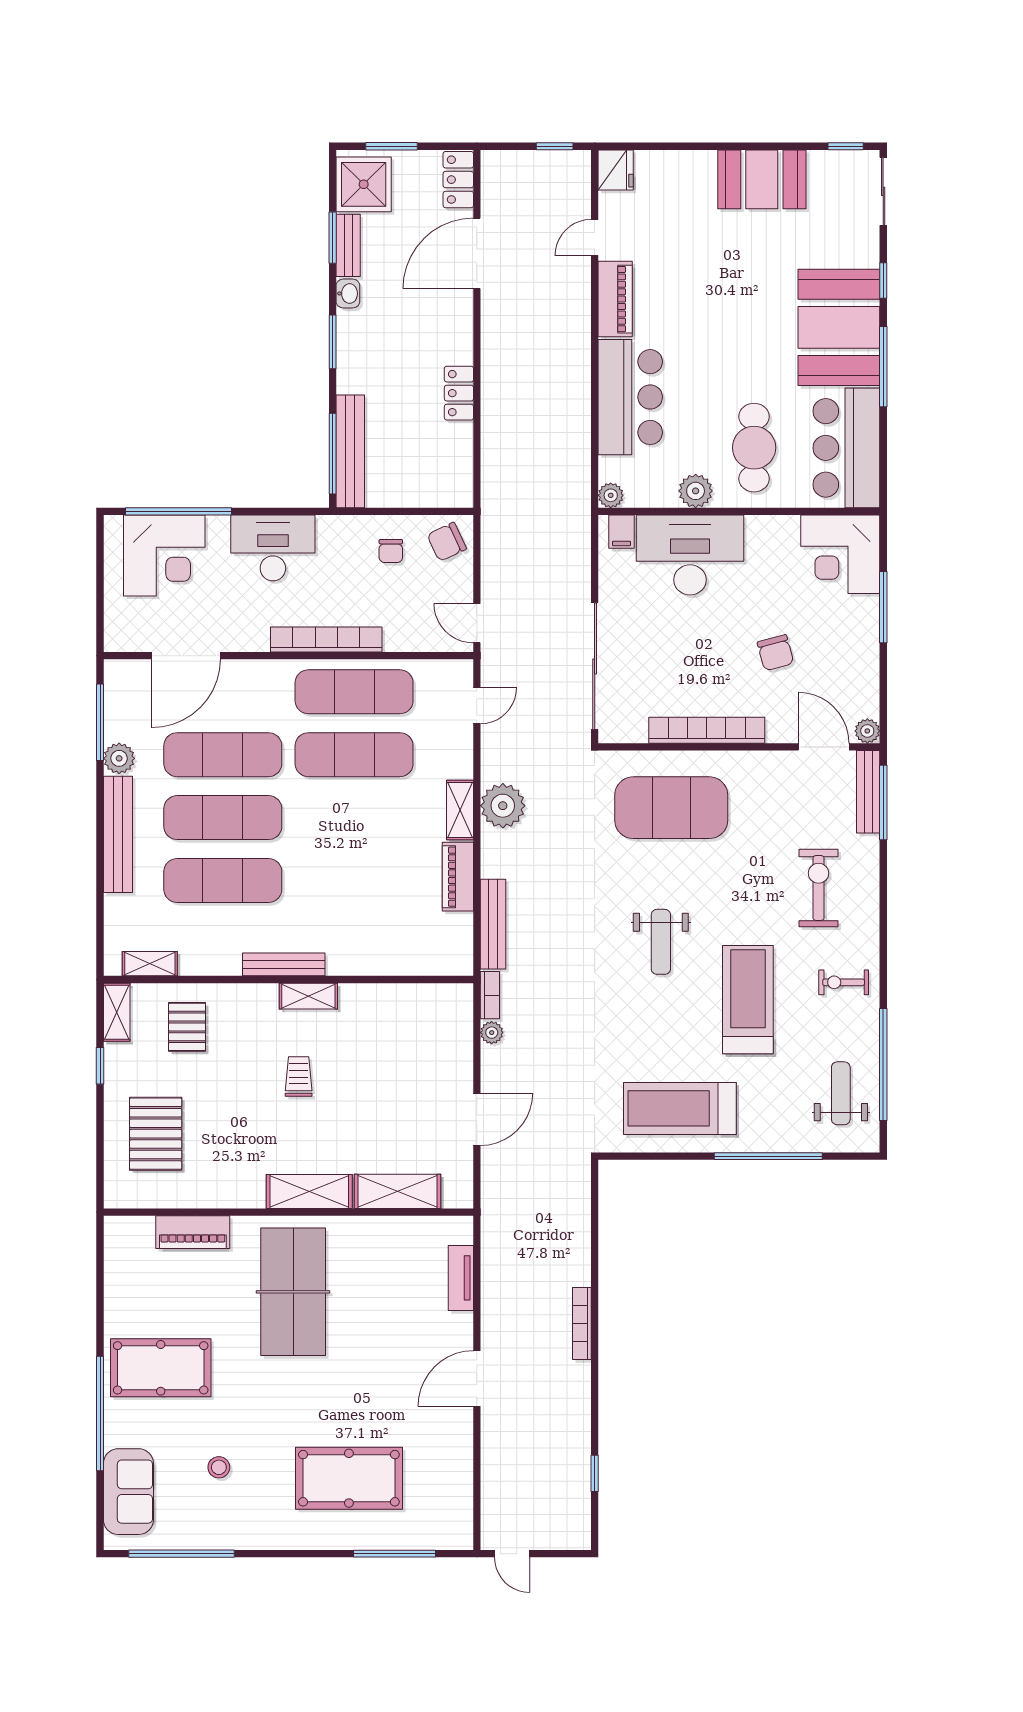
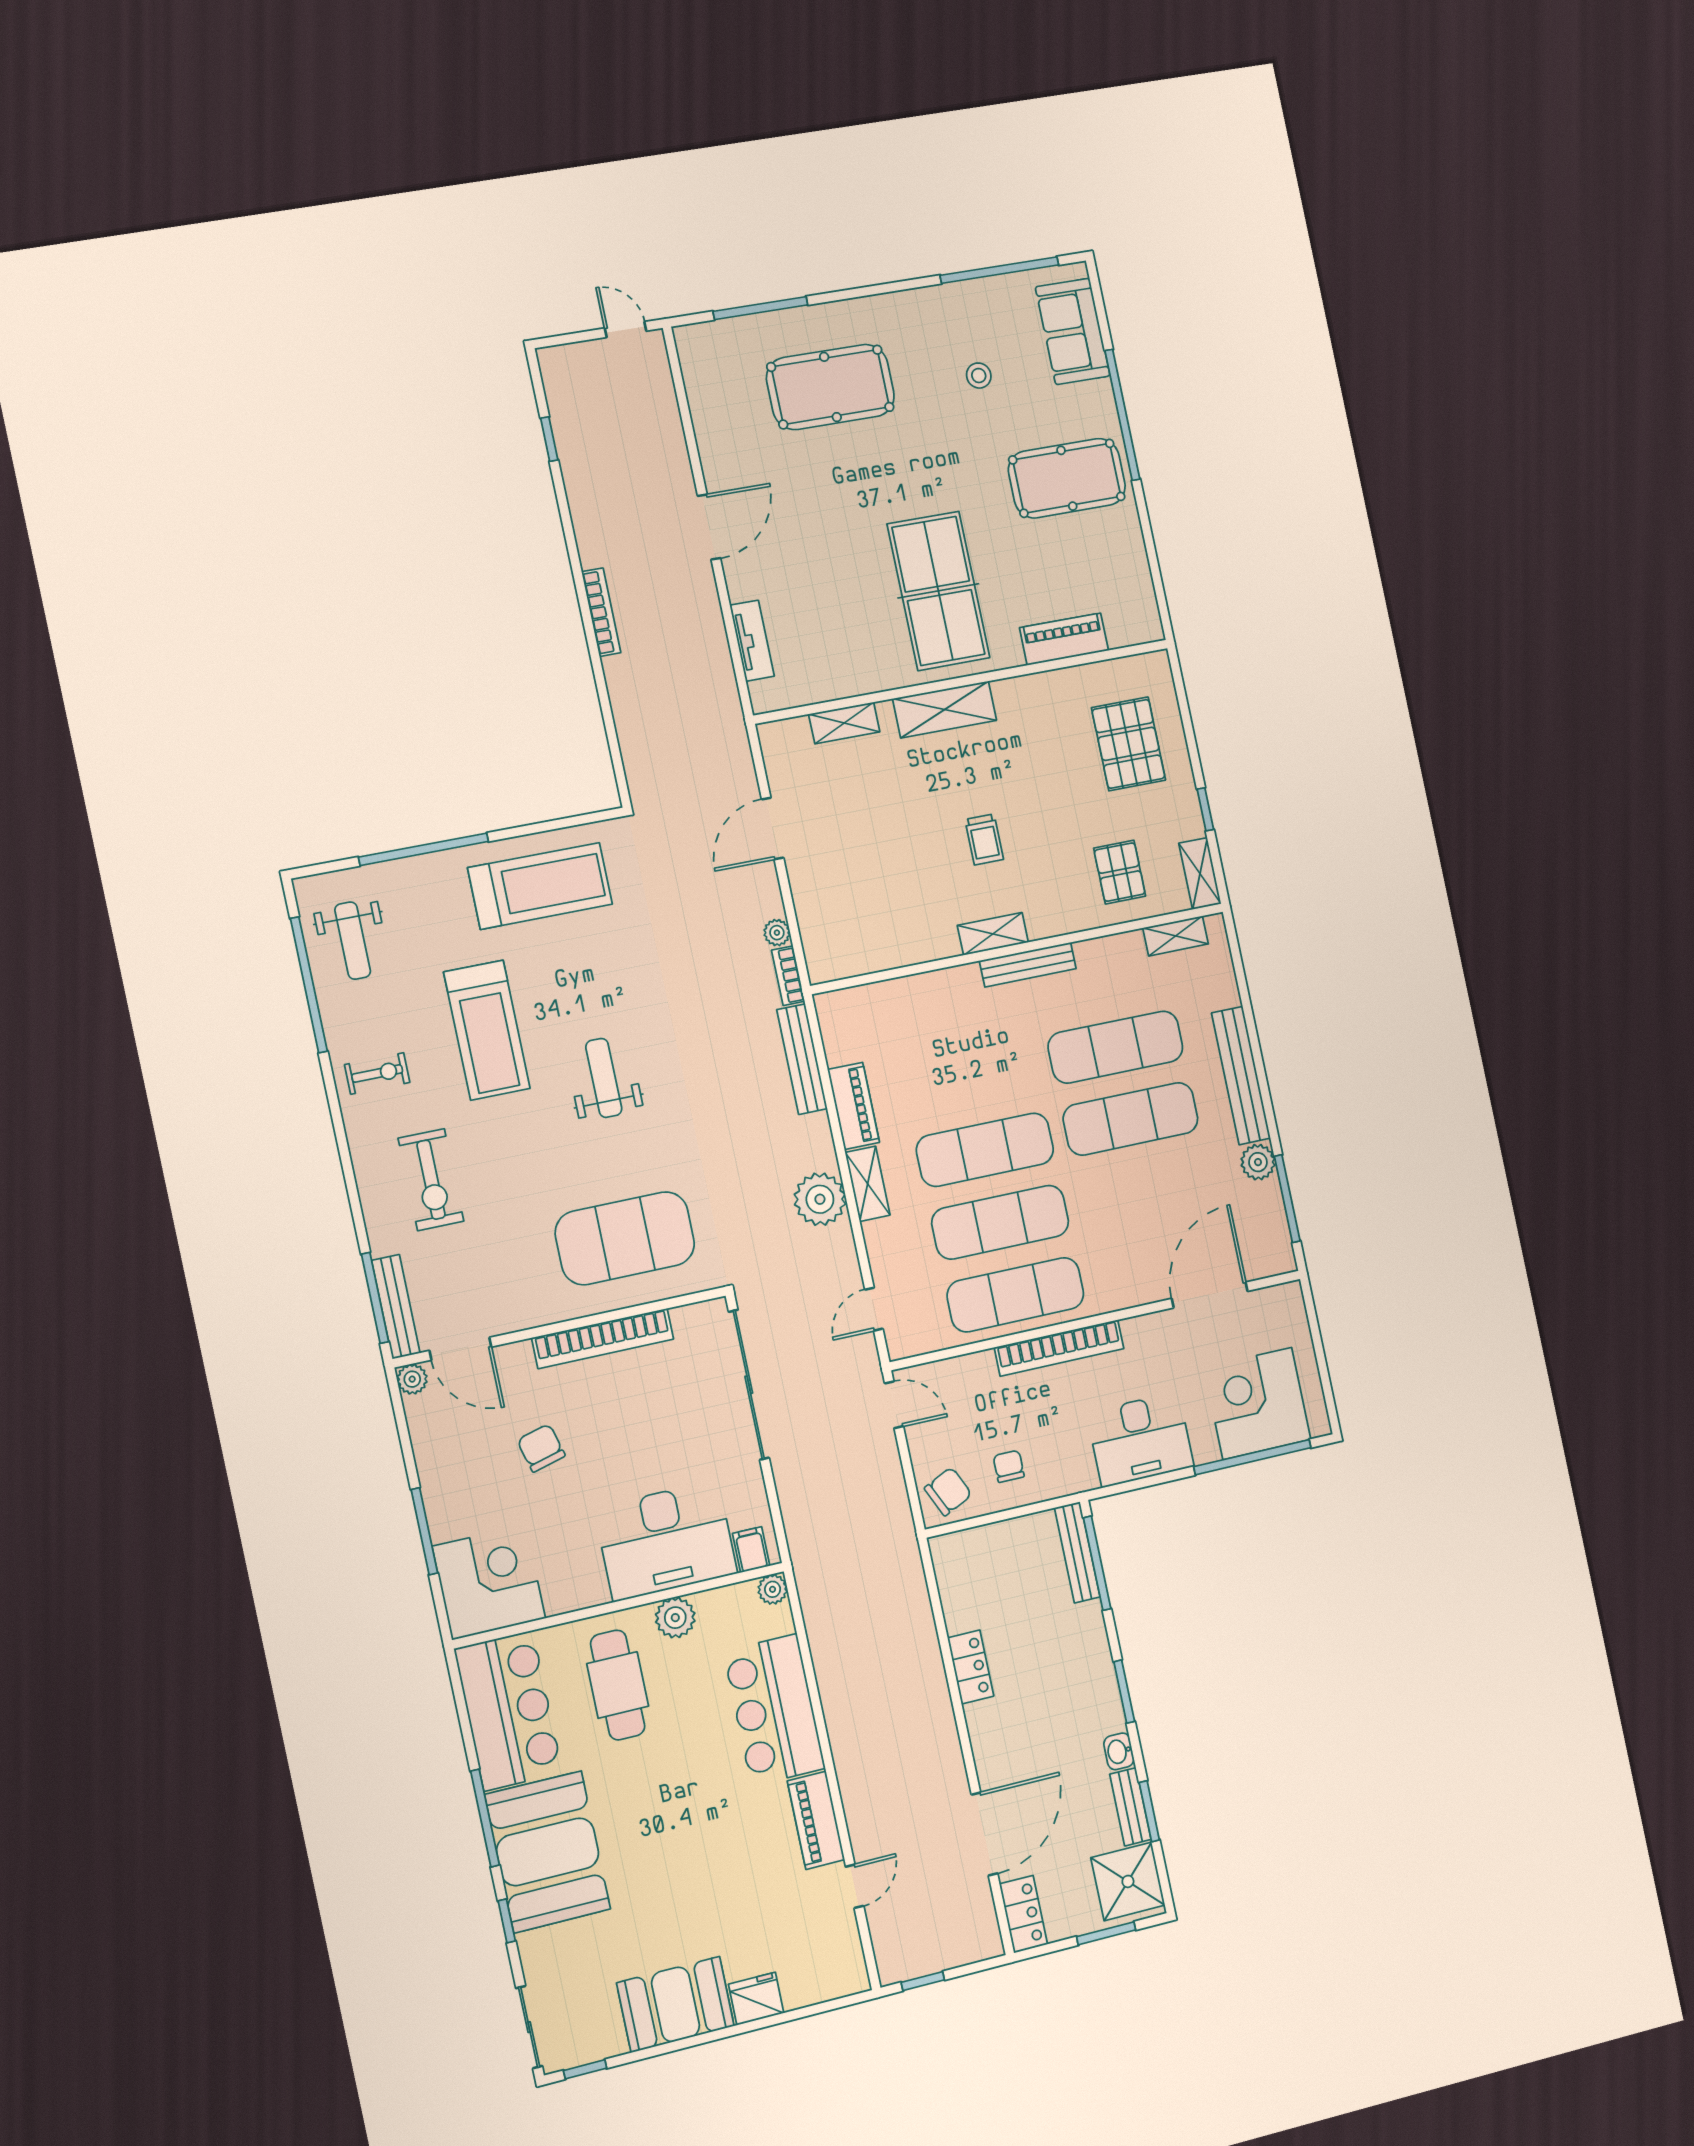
fridge: (616, 170) -> (756, 1999), moved, turned 90
bench: (350, 451) -> (1077, 1552), width x0.73, depth x0.82
exercise mat: (223, 755) -> (985, 1150), moved
shelving: (398, 1191) -> (844, 723), width x0.67, depth x0.75

